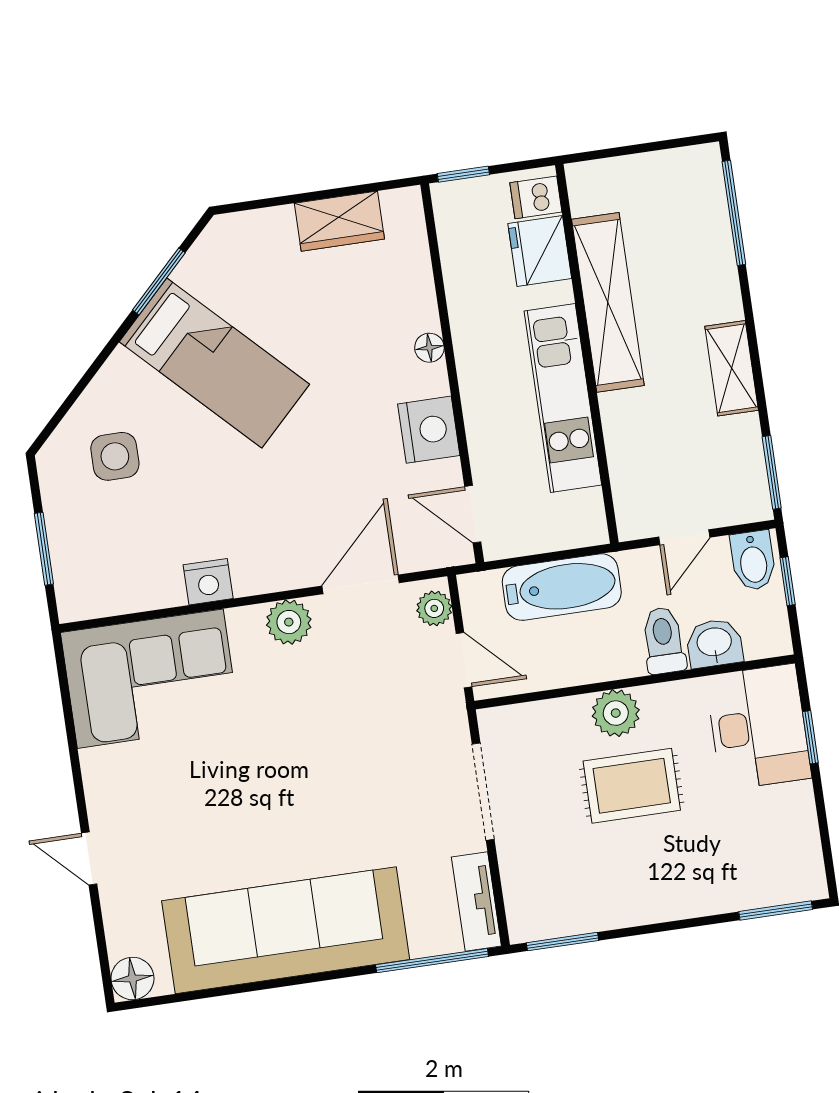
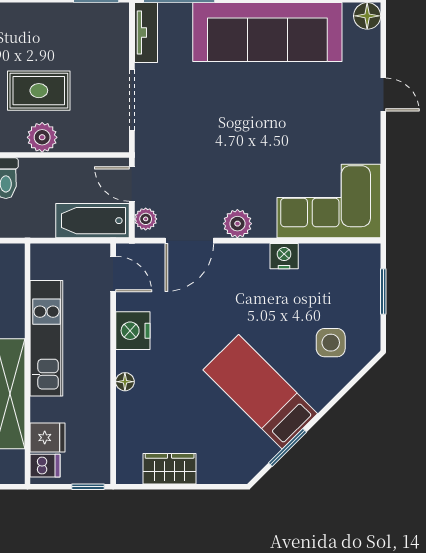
fridge: (540, 251) -> (47, 438), width x0.72
bathtub: (562, 587) -> (92, 221), moved

